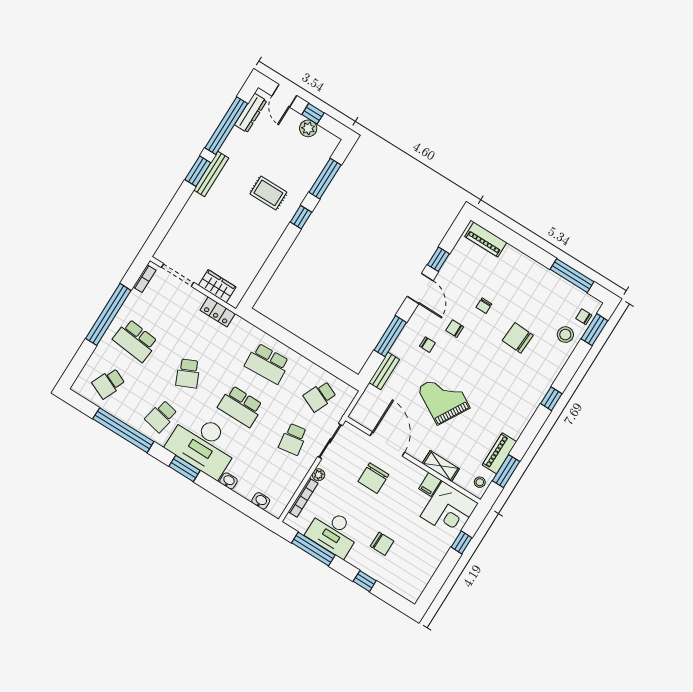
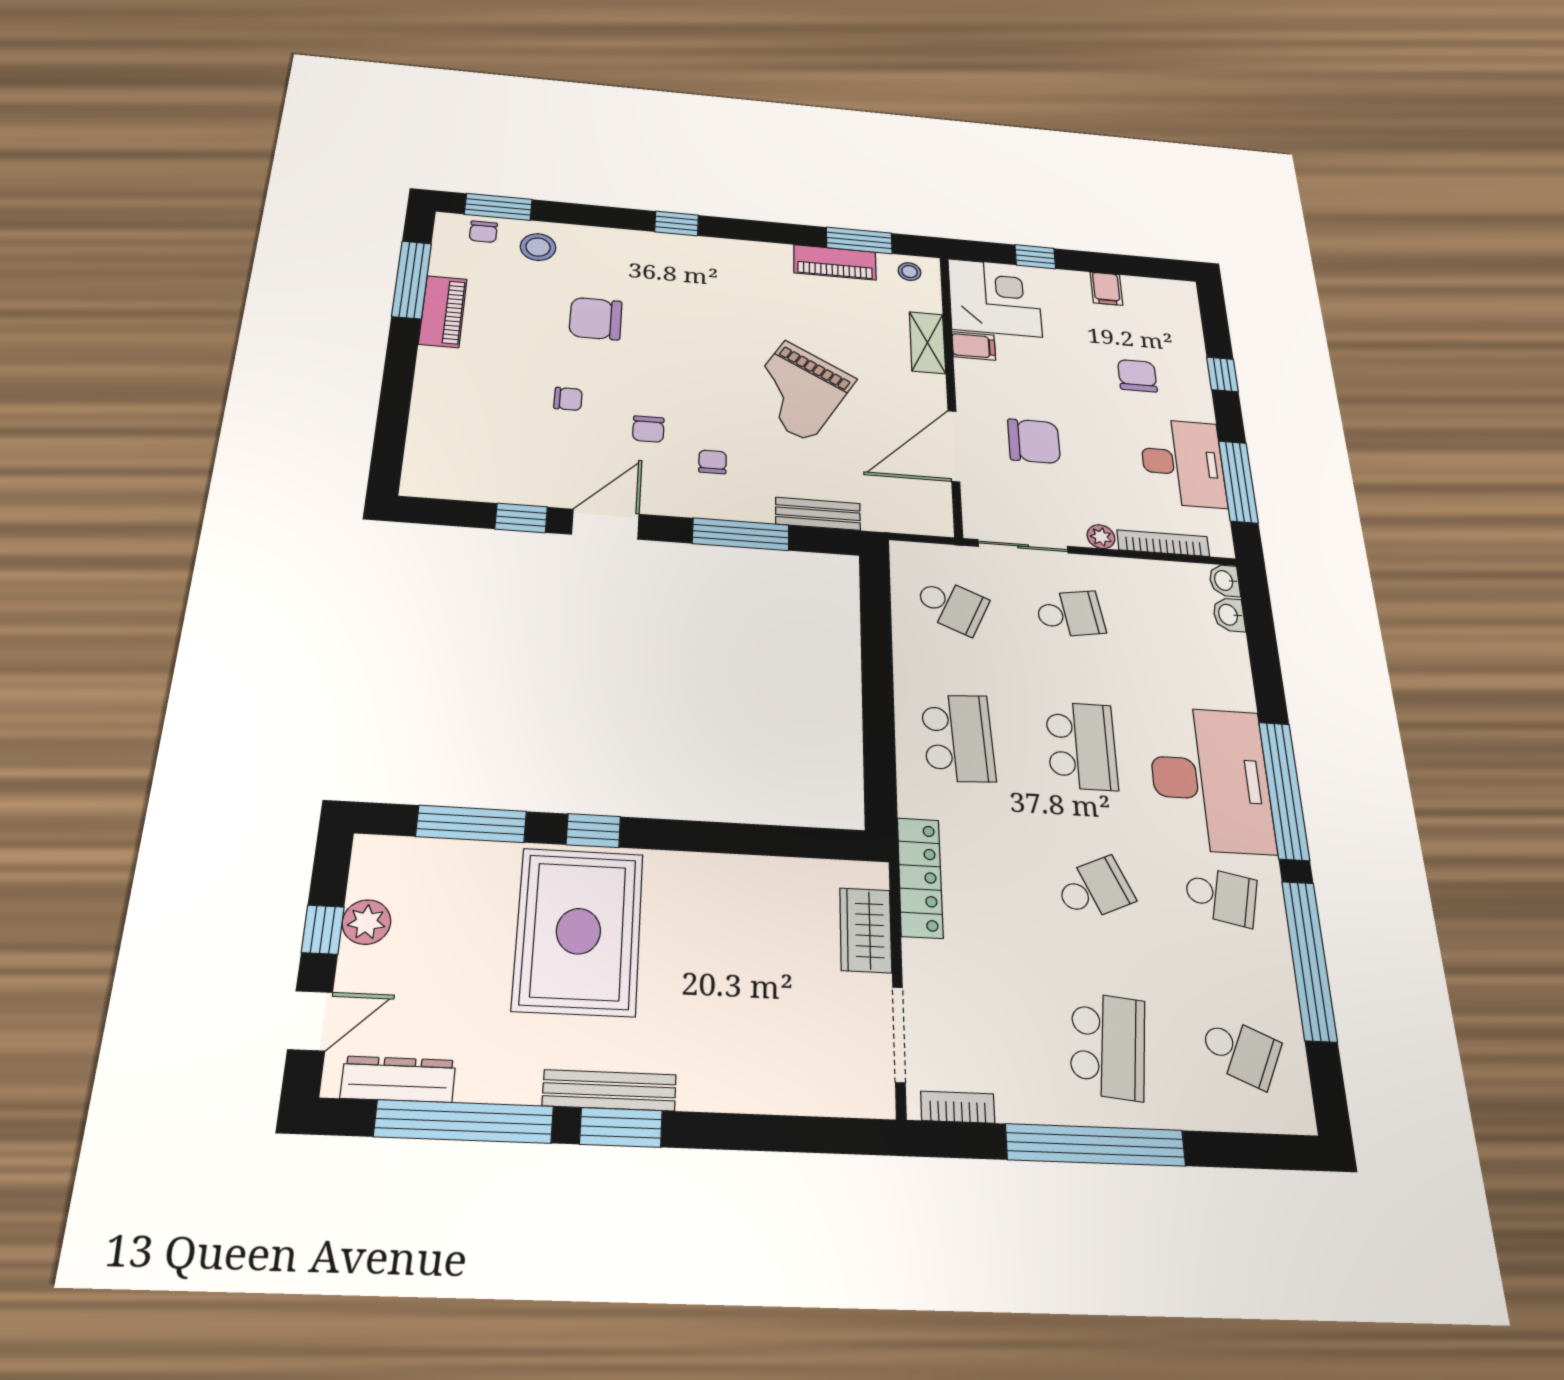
rug: (268, 193) -> (578, 931), width x1.86, depth x2.06
piano: (486, 239) -> (443, 312), moved
locker: (218, 312) -> (920, 877), width x1.53
chair: (518, 338) -> (596, 319), turned 87
window: (184, 468) -> (1284, 790), width x2.11
washbasin: (229, 481) -> (1225, 581), moved
filing cabinet: (430, 562) -> (1106, 289), added

